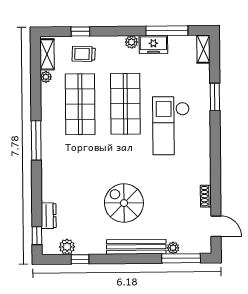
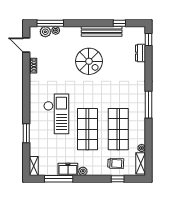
plant: (67, 247) -> (45, 32), moved
bench: (136, 247) -> (102, 31), moved

